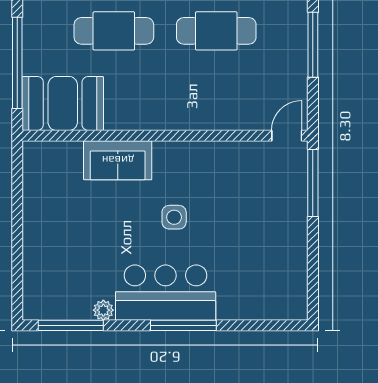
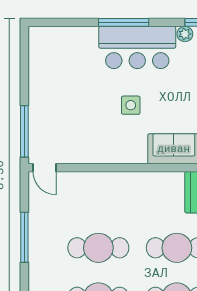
door: (287, 136) -> (45, 168), hinge flipped

